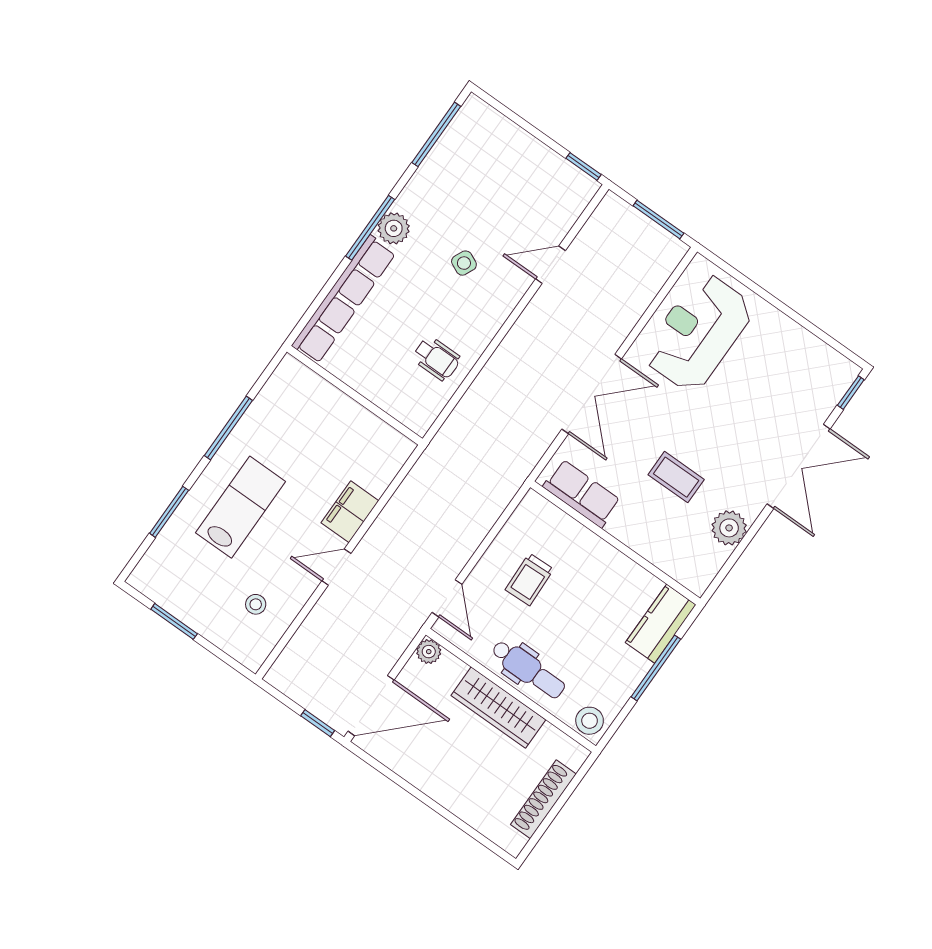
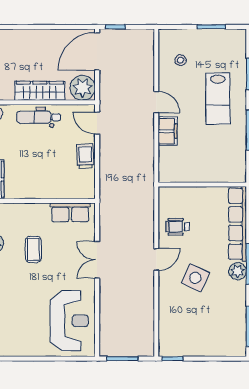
side table: (464, 263) -> (195, 278), width x1.87, depth x1.87
door: (550, 265) -> (156, 259), moved
double door: (592, 394) -> (97, 260), width x0.73
coffee table: (676, 477) -> (33, 249), turned 90
door: (336, 567) -> (156, 102), hinge flipped
trolley: (529, 579) -> (85, 156), moved
plant: (429, 652) -> (83, 88), width x1.88, depth x1.88

